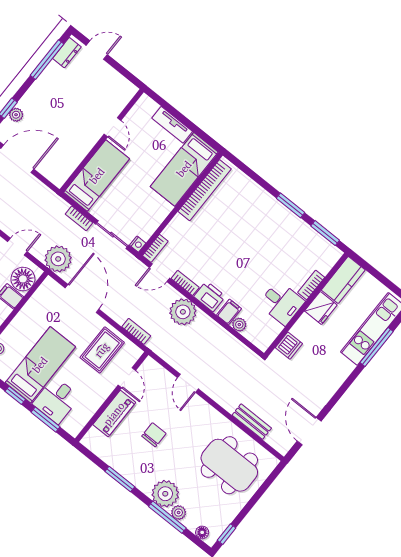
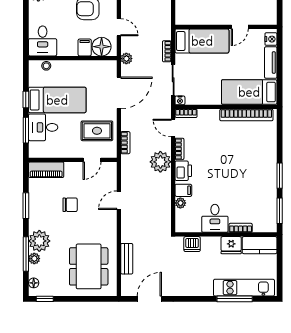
nightstand: (149, 106) -> (271, 39), added
plant: (58, 259) -> (126, 59), width x0.53, depth x0.53
piano: (114, 414) -> (46, 170), moved

